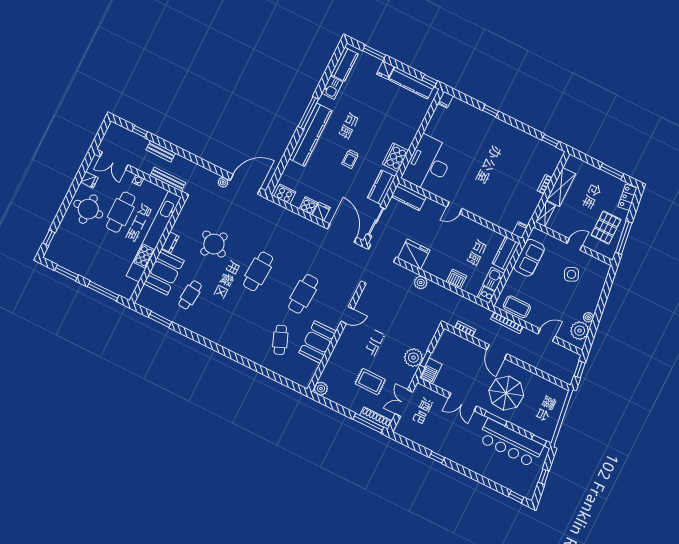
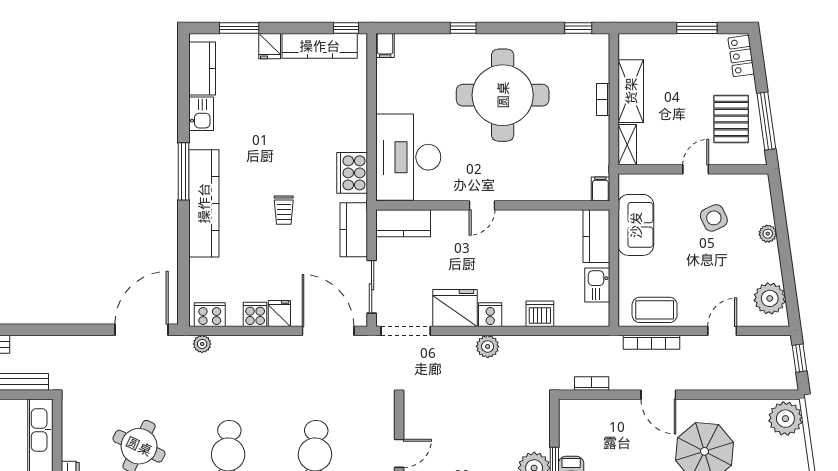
round table: (494, 156) -> (503, 95), added
plant: (223, 182) -> (202, 344), moved
cooker: (486, 295) -> (490, 315), moved, turned 90
plant: (588, 317) -> (768, 234), moved
plant: (557, 397) -> (785, 419), added

